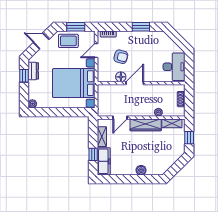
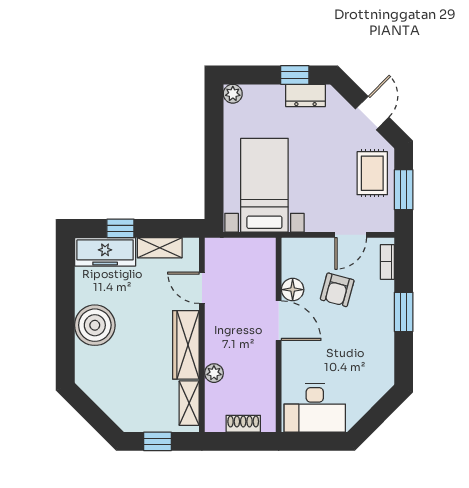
window: (141, 27) -> (404, 312), moved
door: (96, 51) -> (351, 235), swing flipped
bed with nightstands: (74, 83) -> (264, 185), width x0.73
boiler: (141, 170) -> (95, 325), width x1.86, depth x1.86

